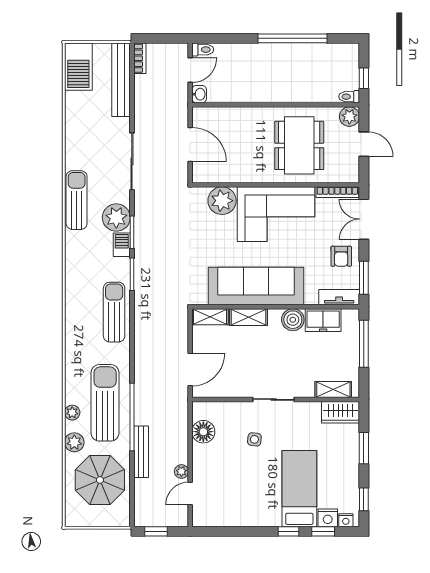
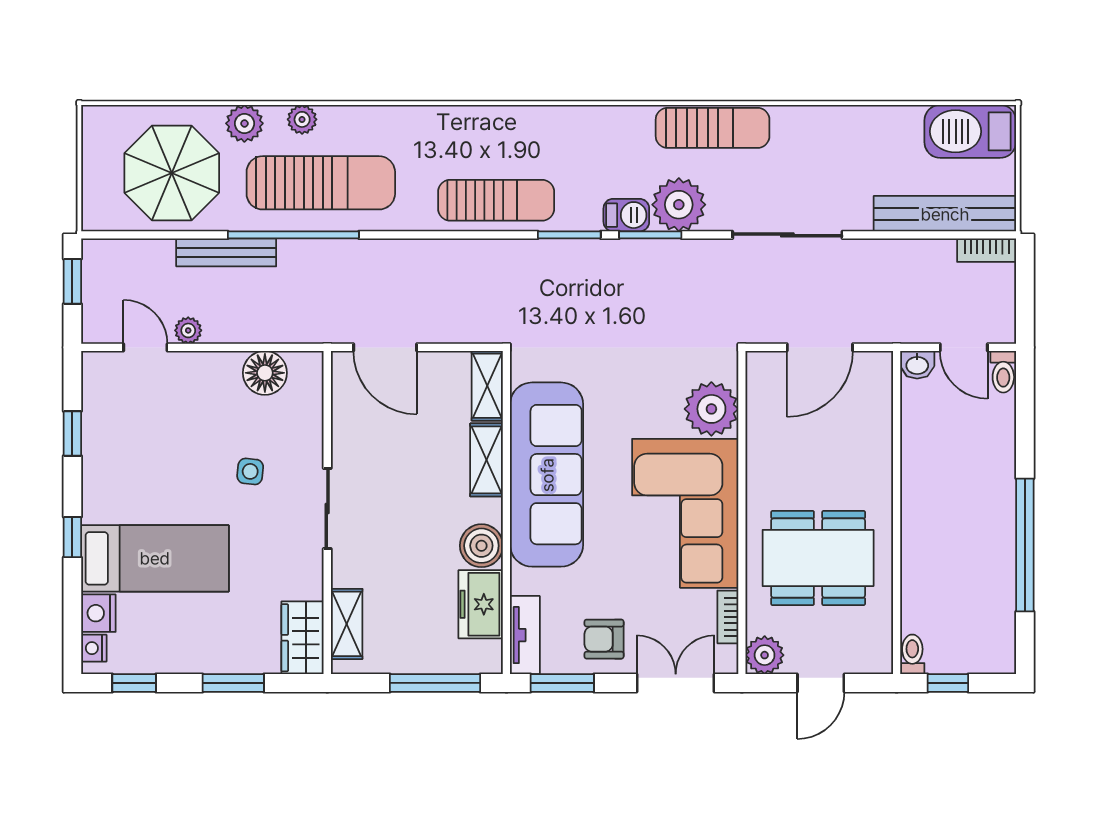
plant: (349, 117) -> (765, 655), moved
bookcase: (337, 192) -> (728, 617), width x0.64
window: (323, 531) -> (72, 434), moved

